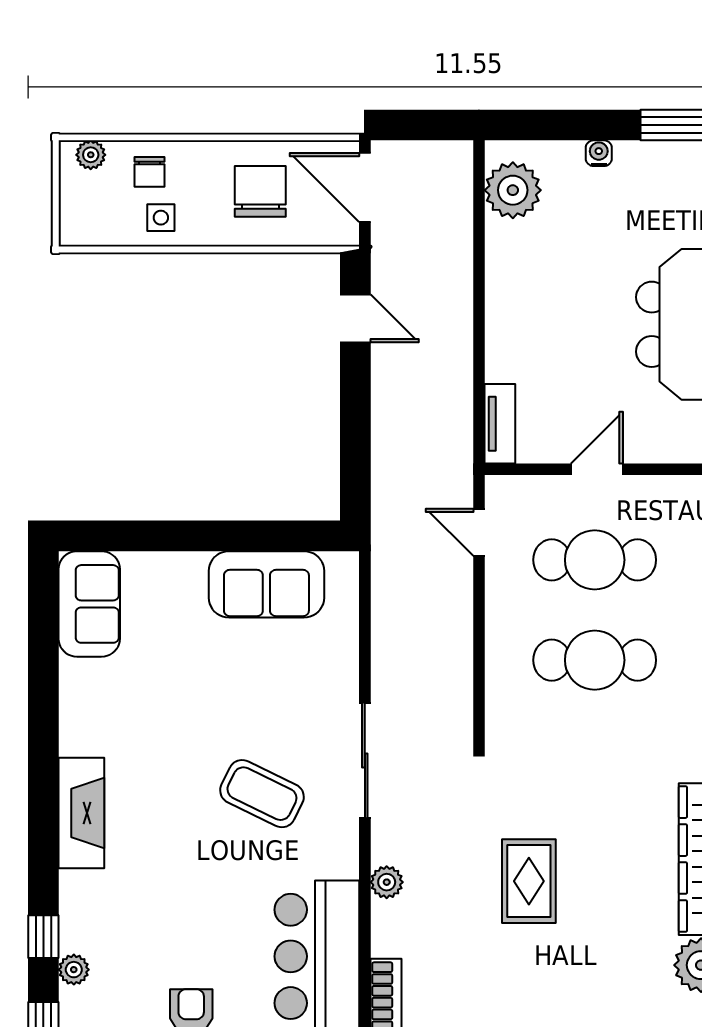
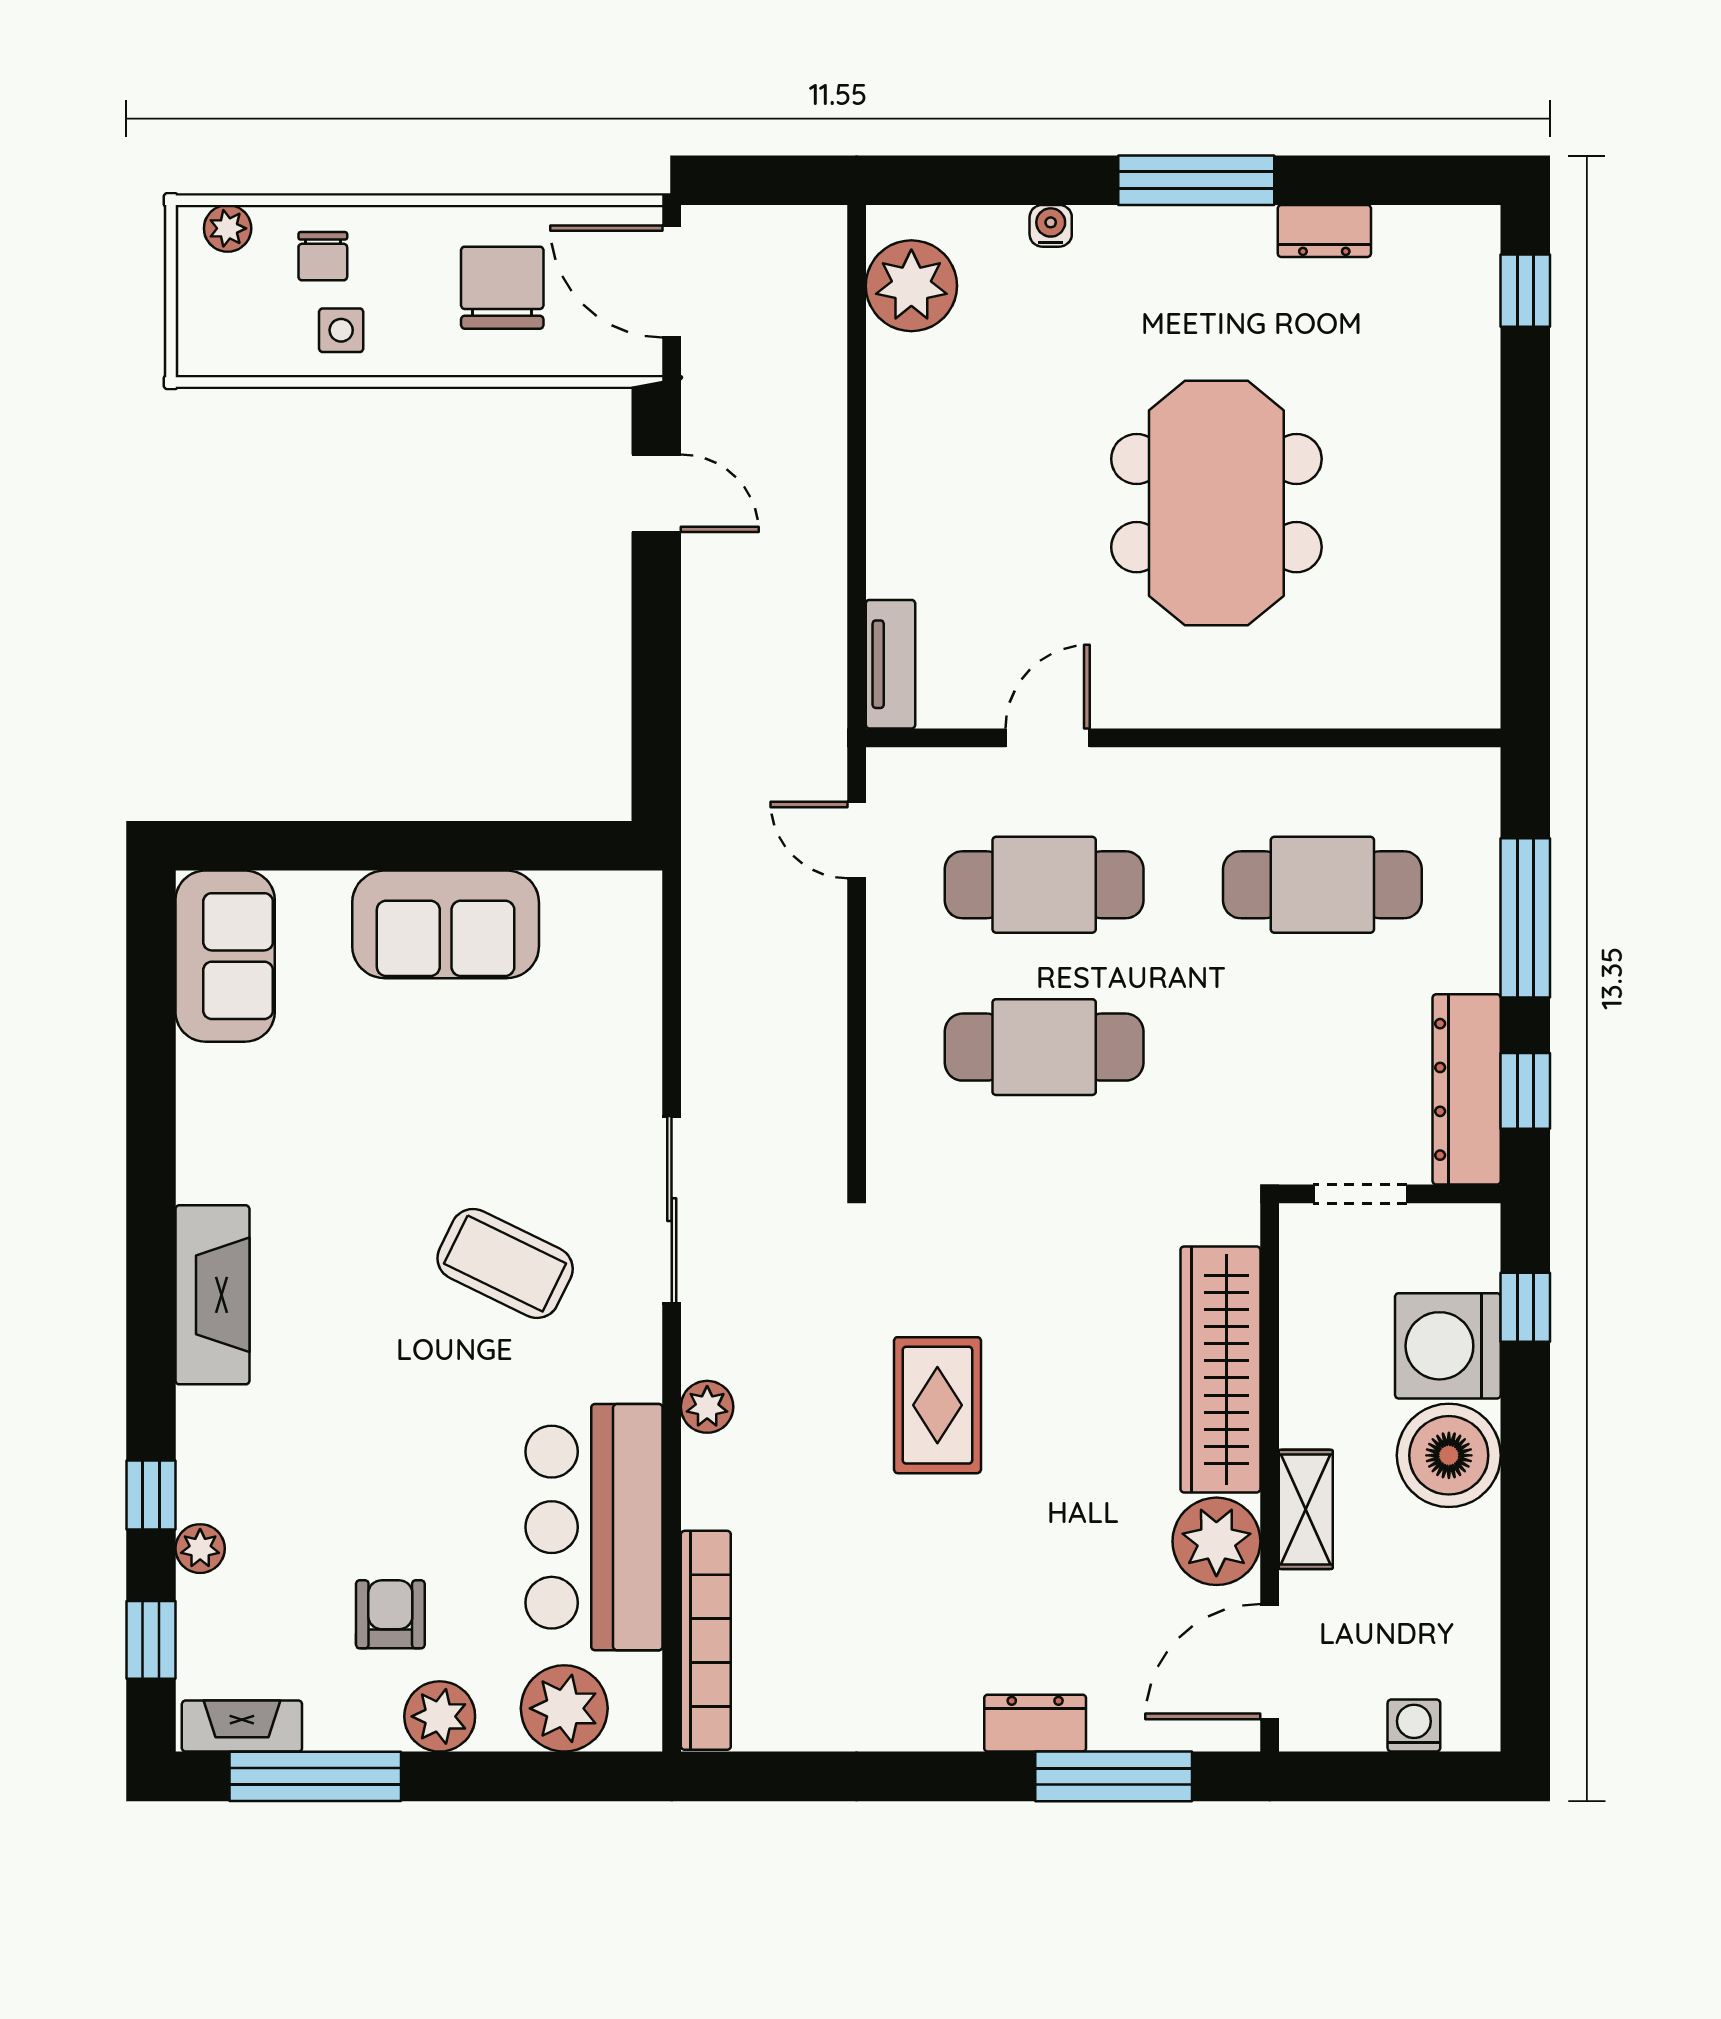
sofa: (266, 584) -> (446, 924), moved

